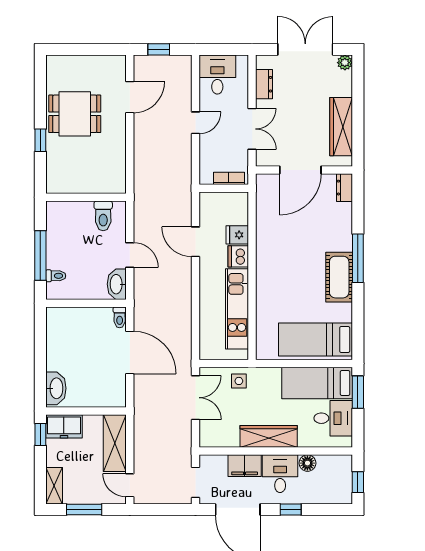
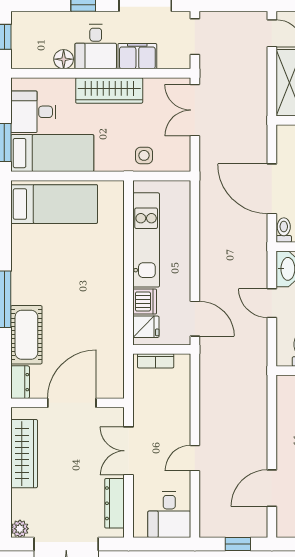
dresser: (264, 84) -> (115, 503), width x1.44
bookcase: (229, 178) -> (156, 361), moved
wall: (224, 188) -> (162, 349), moved
cot: (339, 277) -> (26, 335), moved
double door: (195, 398) -> (195, 110), moved

